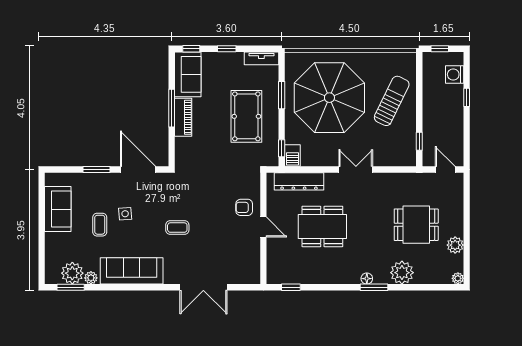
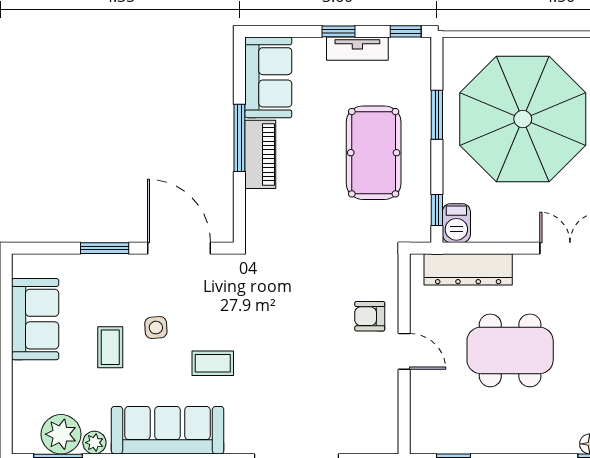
window: (191, 49) -> (406, 31), moved
tv unit: (261, 58) -> (357, 49), moved
coffee table: (177, 228) -> (213, 363), moved

